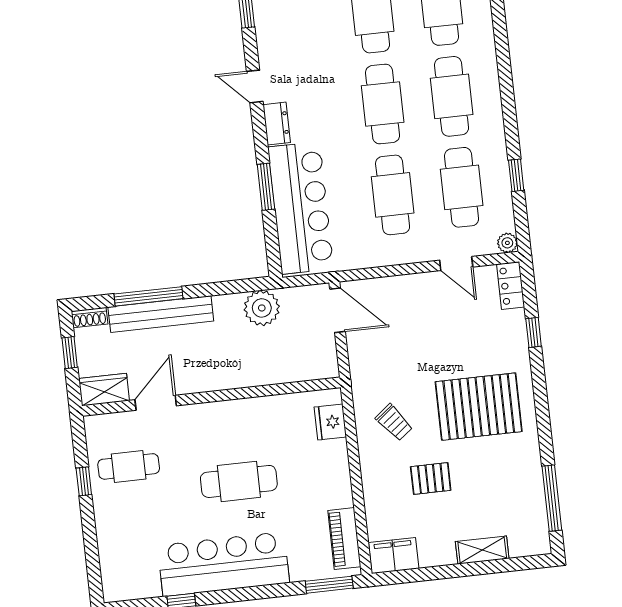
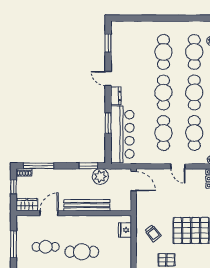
door: (456, 264) -> (178, 166), moved
window: (232, 287) -> (88, 166), added
window: (148, 296) -> (39, 166), moved
bench: (161, 314) -> (87, 205), moved
cafe table: (129, 466) -> (46, 247), moved
window: (84, 481) -> (14, 244), width x2.17

